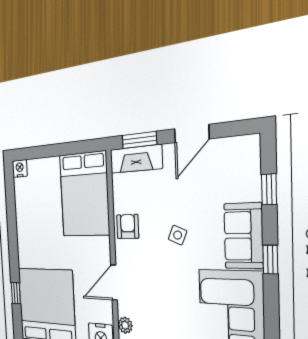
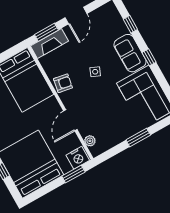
armchair: (128, 227) -> (63, 83), turned 100

